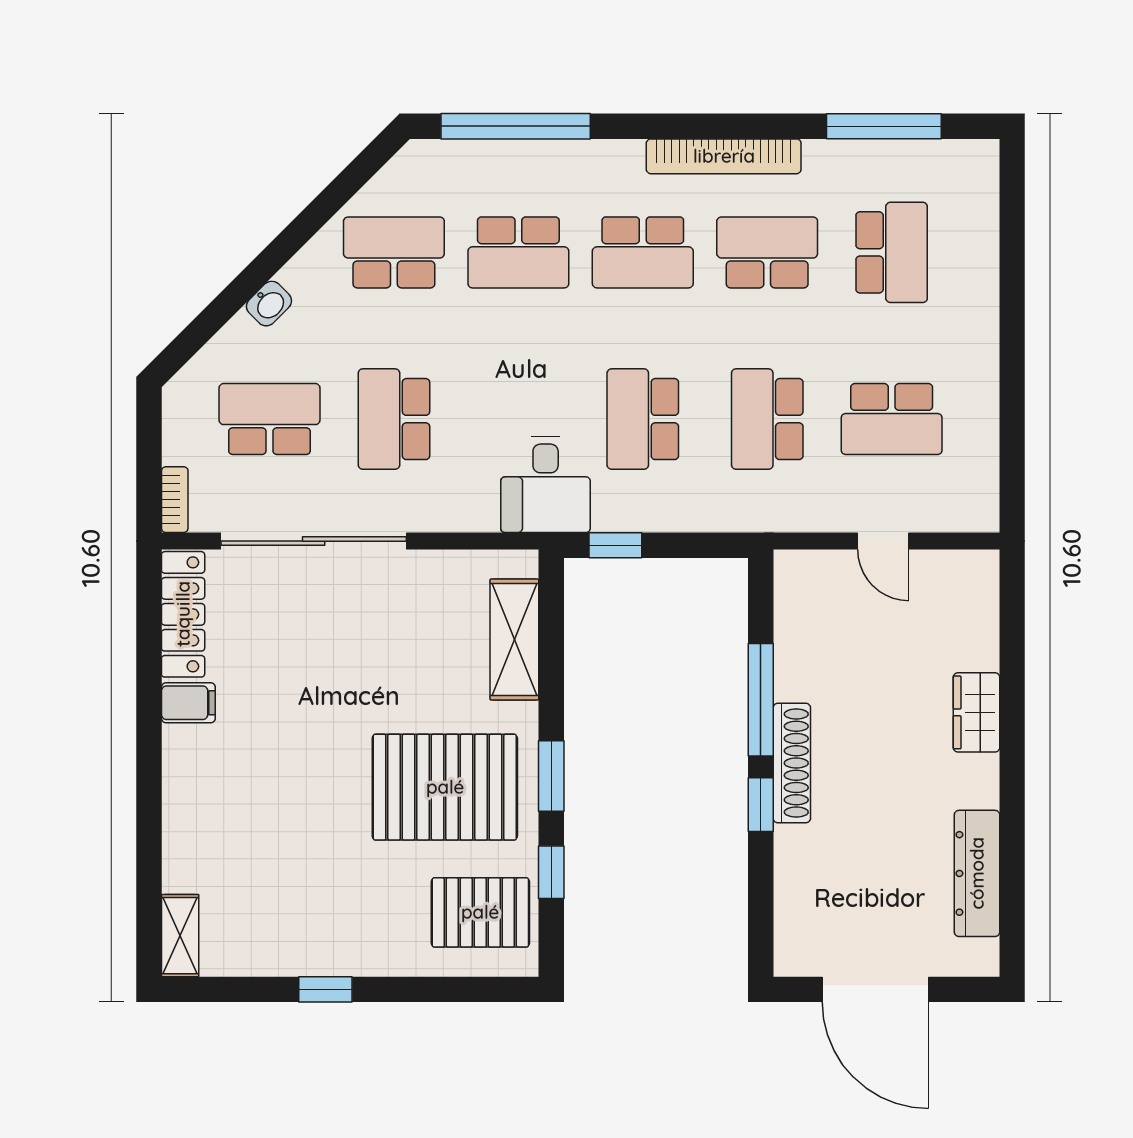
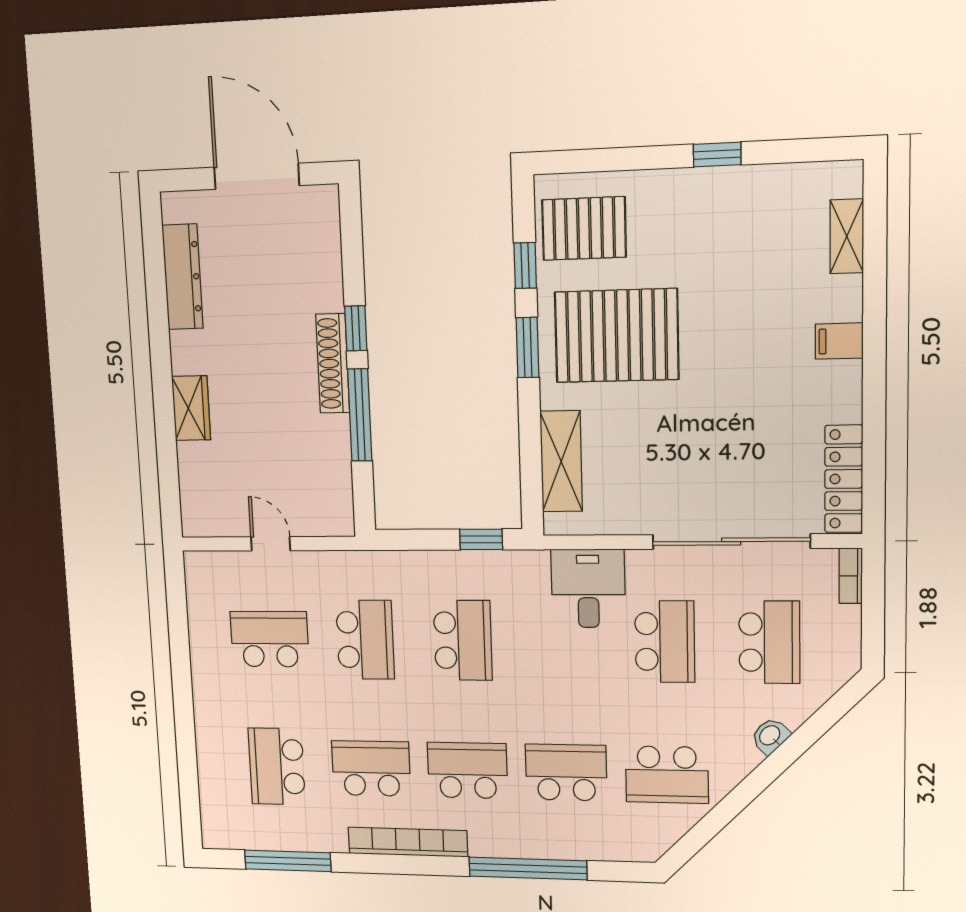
window: (516, 126) -> (528, 868), moved
school desk: (767, 252) -> (371, 768), turned 180
school desk: (269, 419) -> (769, 642), turned -90
desk: (546, 484) -> (588, 588), moved
filing cabinet: (188, 703) -> (839, 341), moved
shelving: (180, 936) -> (847, 236), moved

